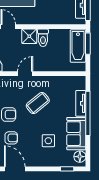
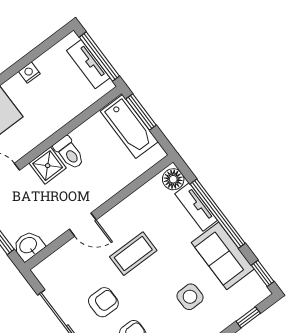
door: (25, 74) -> (83, 225), swing flipped
coffee table: (38, 103) -> (133, 254), turned 39
window: (88, 154) -> (263, 273), added
floor lamp: (80, 157) -> (173, 179), moved

